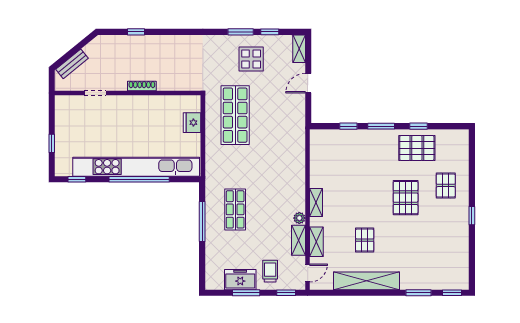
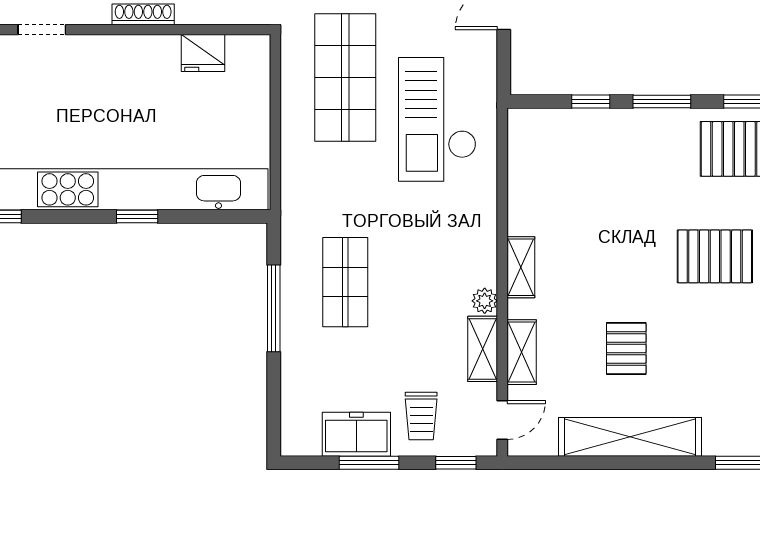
fridge: (192, 123) -> (203, 53), moved, turned -90
checkout: (278, 134) -> (437, 119), added
window: (139, 179) -> (137, 217), width x0.32
pallet: (406, 198) -> (715, 256), turned 90
trolley: (270, 271) -> (421, 416), turned 180

